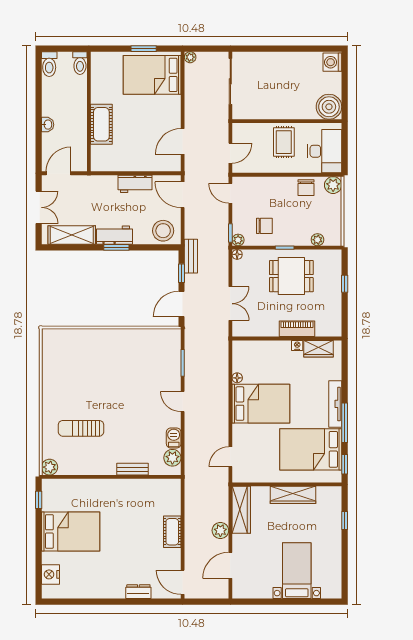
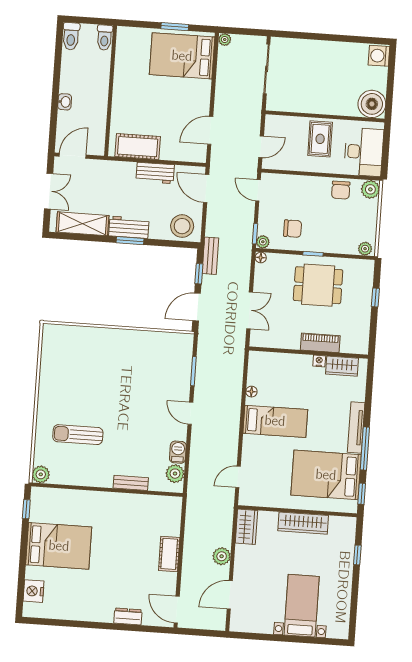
cot: (101, 124) -> (138, 147), moved, turned 90
plant: (317, 240) -> (365, 249), moved
bed: (261, 404) -> (275, 421), width x0.67
wardrobe: (241, 510) -> (246, 527), width x0.67

